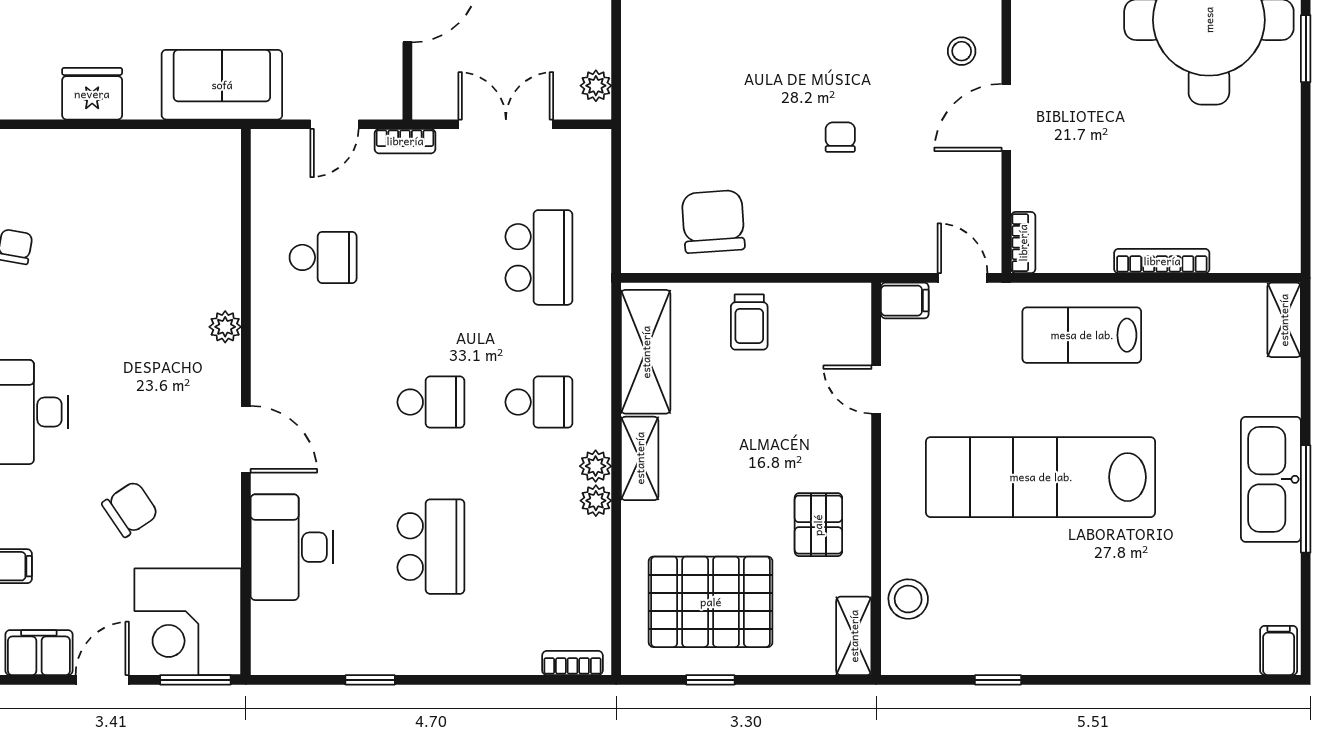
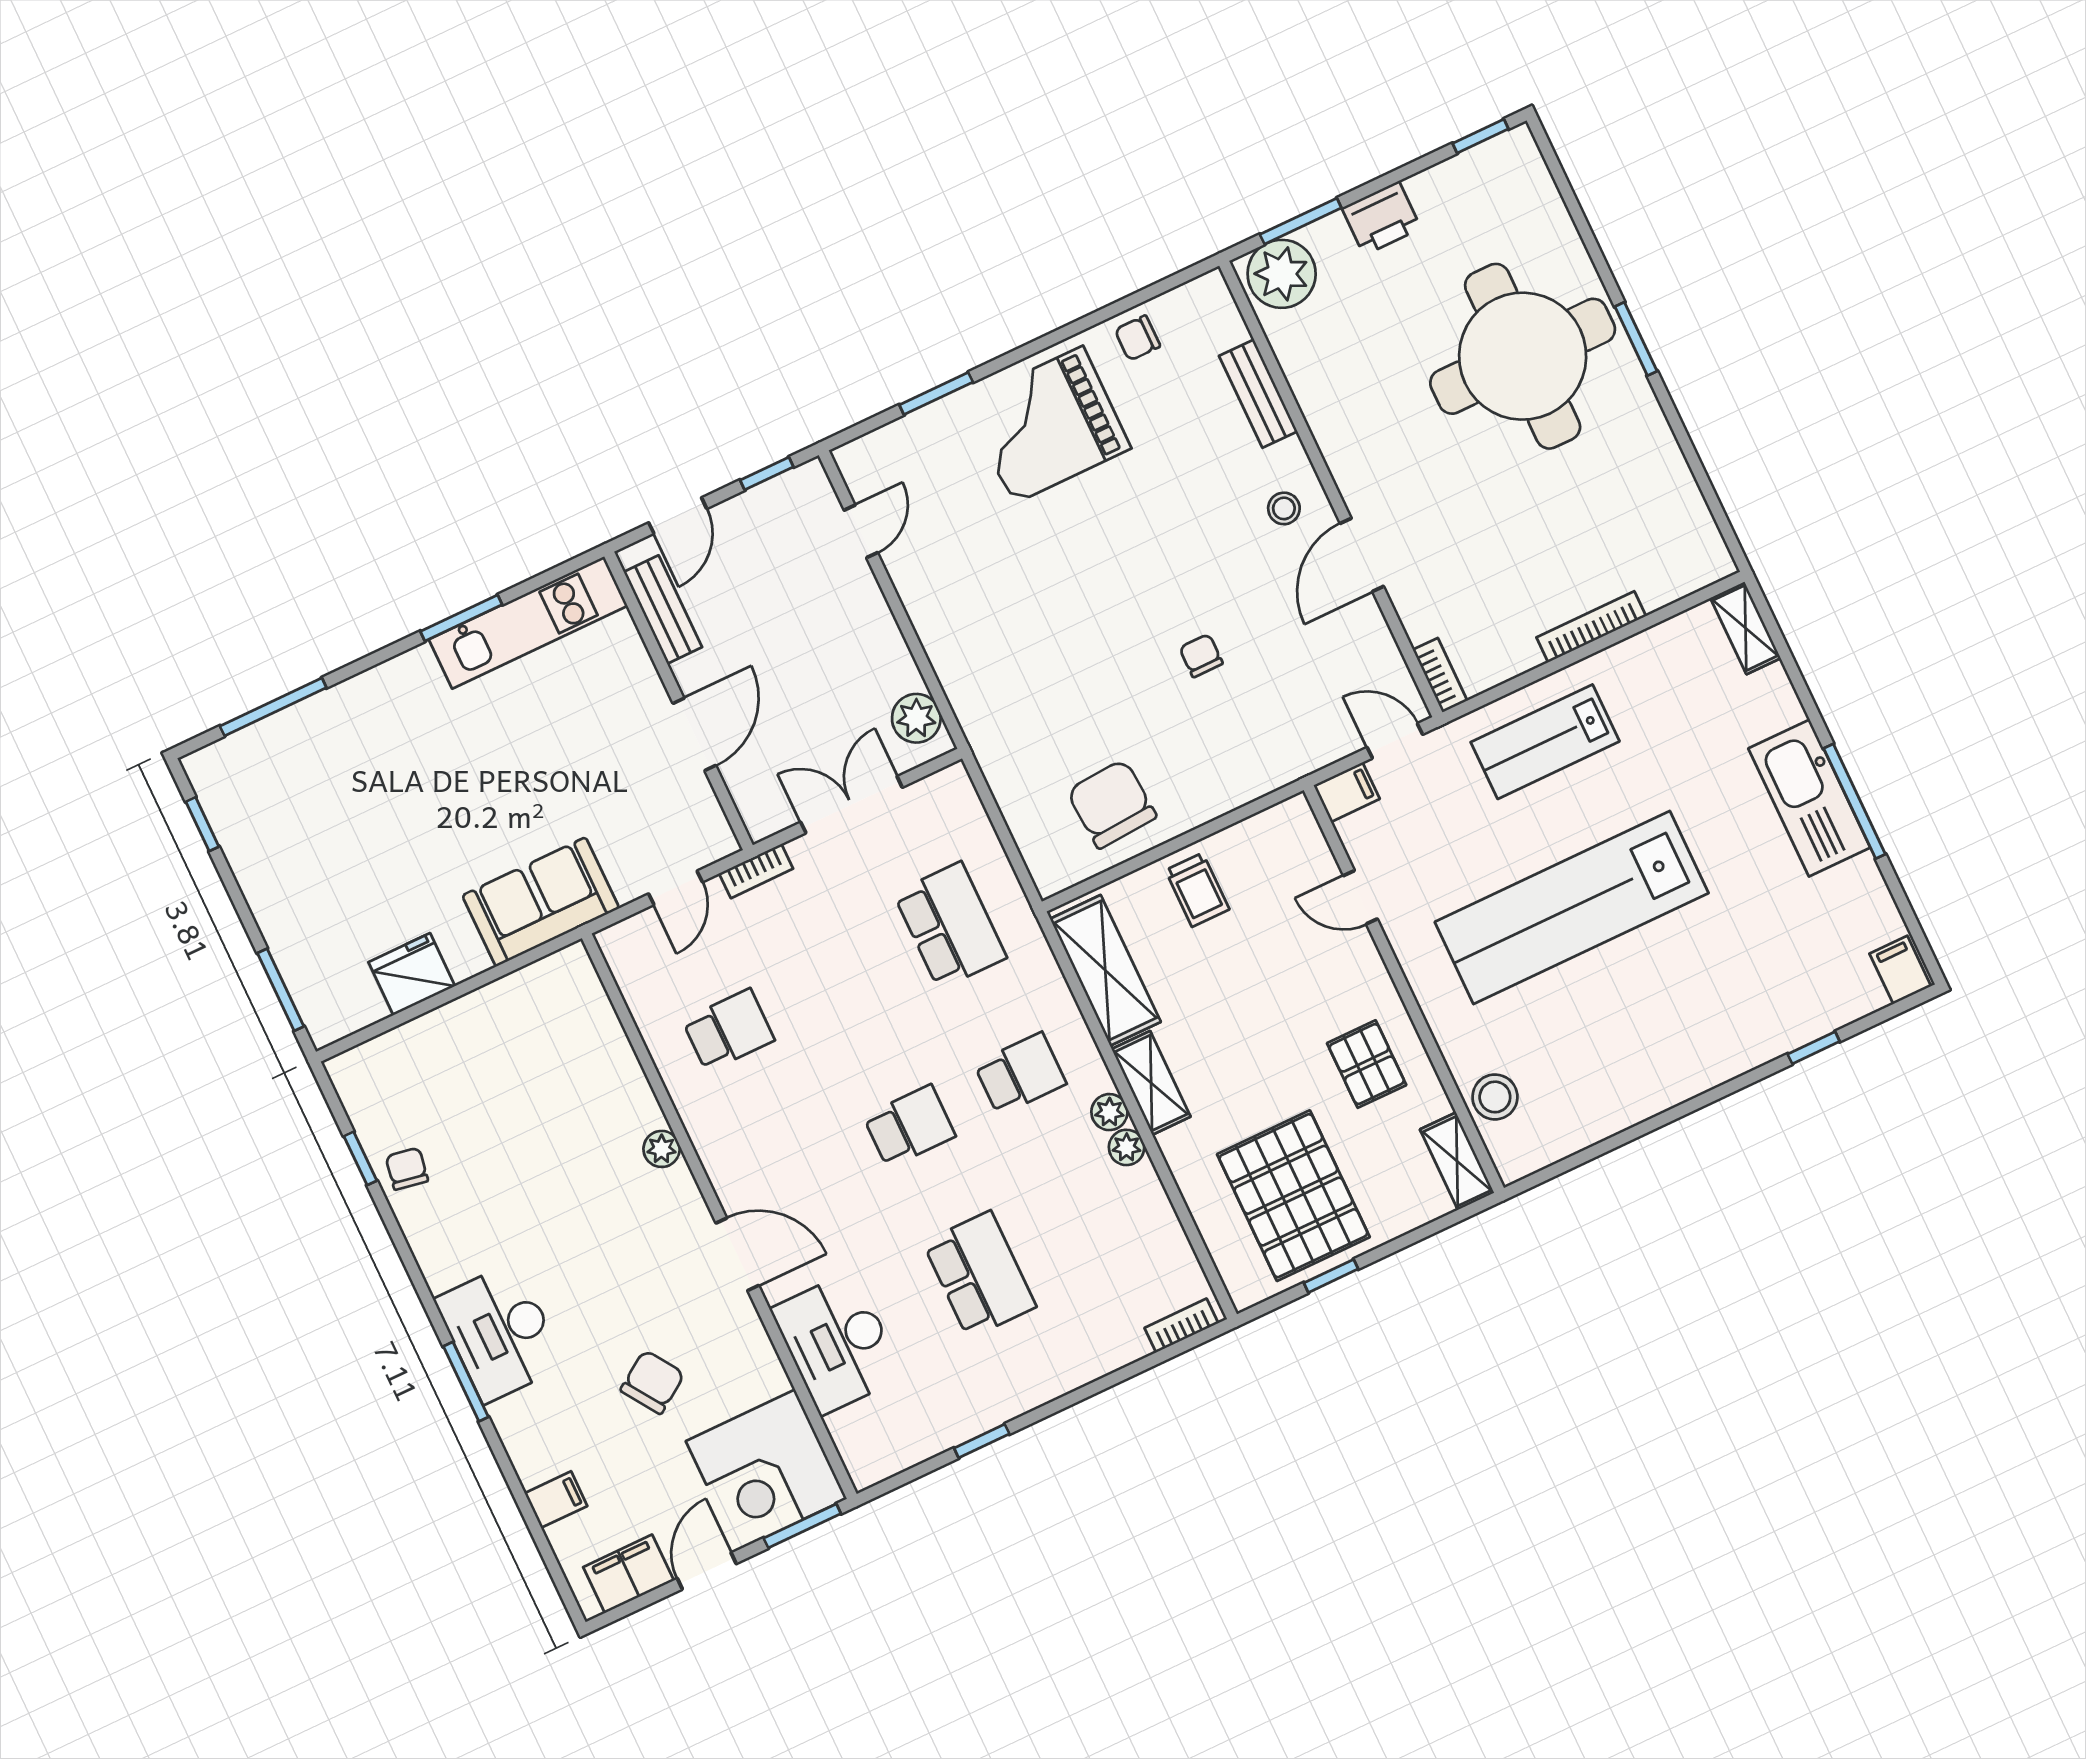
plant: (596, 86) -> (916, 718), width x1.38, depth x1.38
pallet: (711, 602) -> (1293, 1196), turned 90
window: (998, 680) -> (1814, 1048), moved

